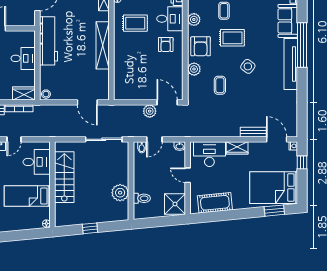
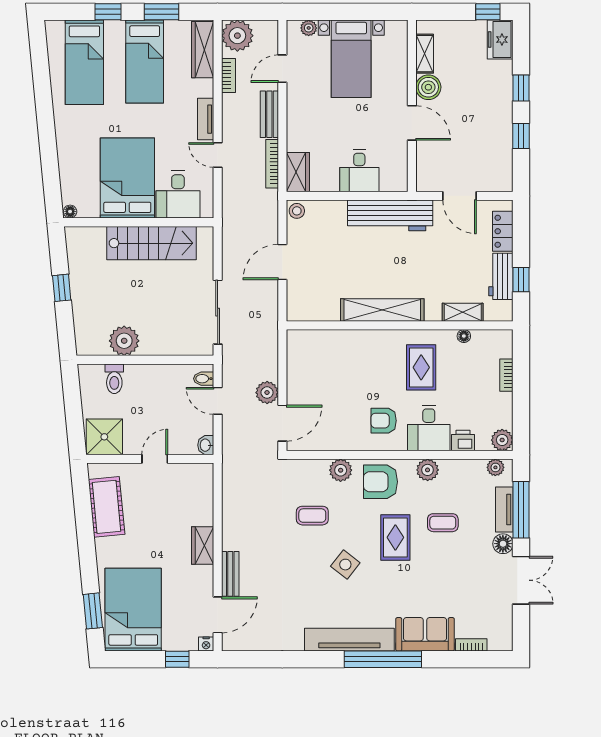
door: (87, 102) -> (282, 262), moved
desk: (209, 154) -> (192, 497), removed
bed: (27, 196) -> (127, 178), width x1.50

